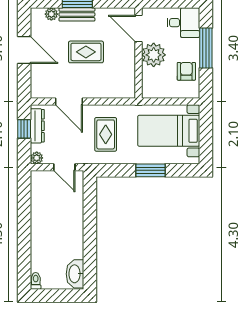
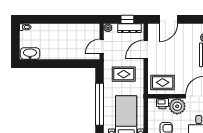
door: (24, 50) -> (168, 19), moved
rug: (86, 52) -> (163, 82), moved, turned 90
printer: (149, 77) -> (162, 104), added
window: (151, 170) -> (100, 104), width x2.11

